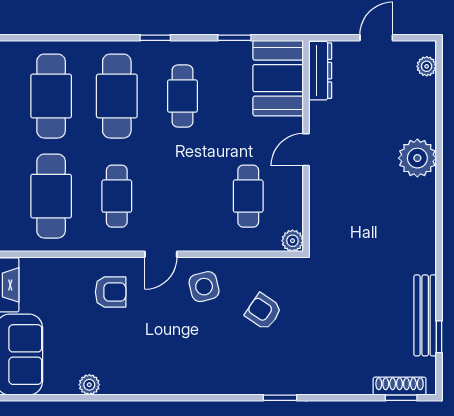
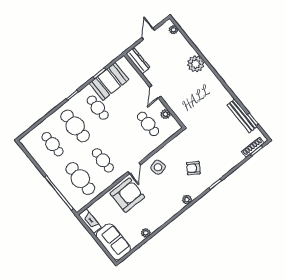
booth: (278, 78) -> (109, 81), moved, turned 90
cafe table: (51, 96) -> (53, 144), width x0.73, depth x0.74
plant: (293, 241) -> (165, 114), moved
armchair: (111, 292) -> (127, 195), width x1.88, depth x1.88
armchair: (263, 311) -> (193, 168), moved
plant: (209, 384) -> (187, 200), added

